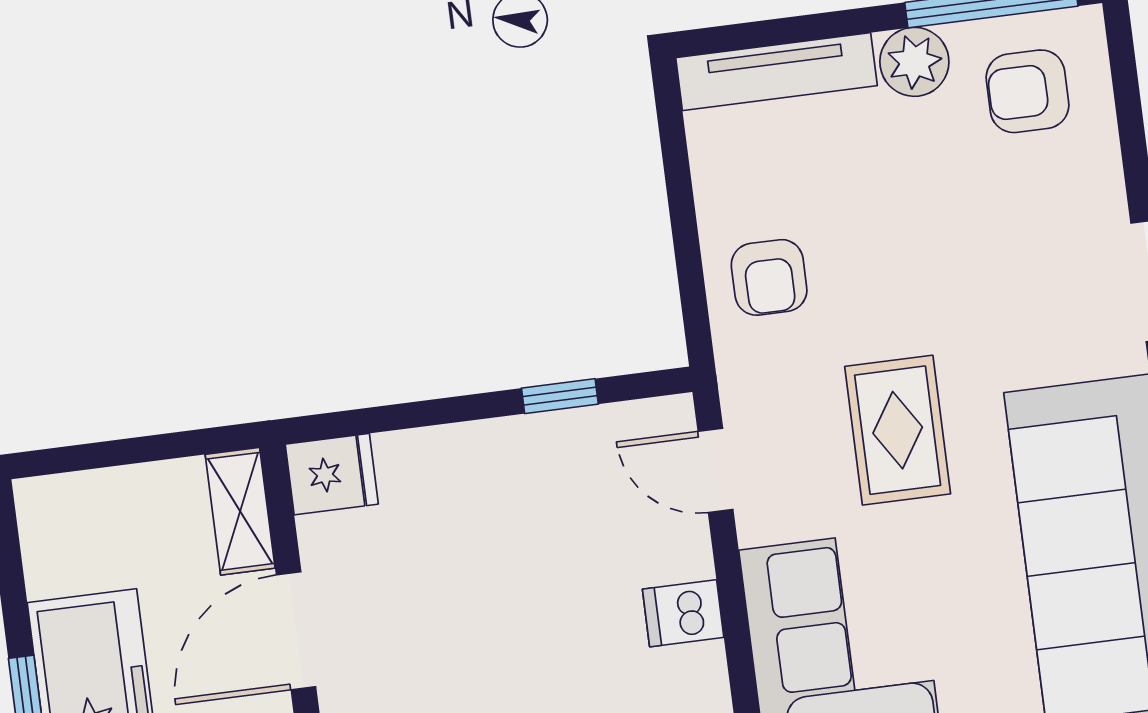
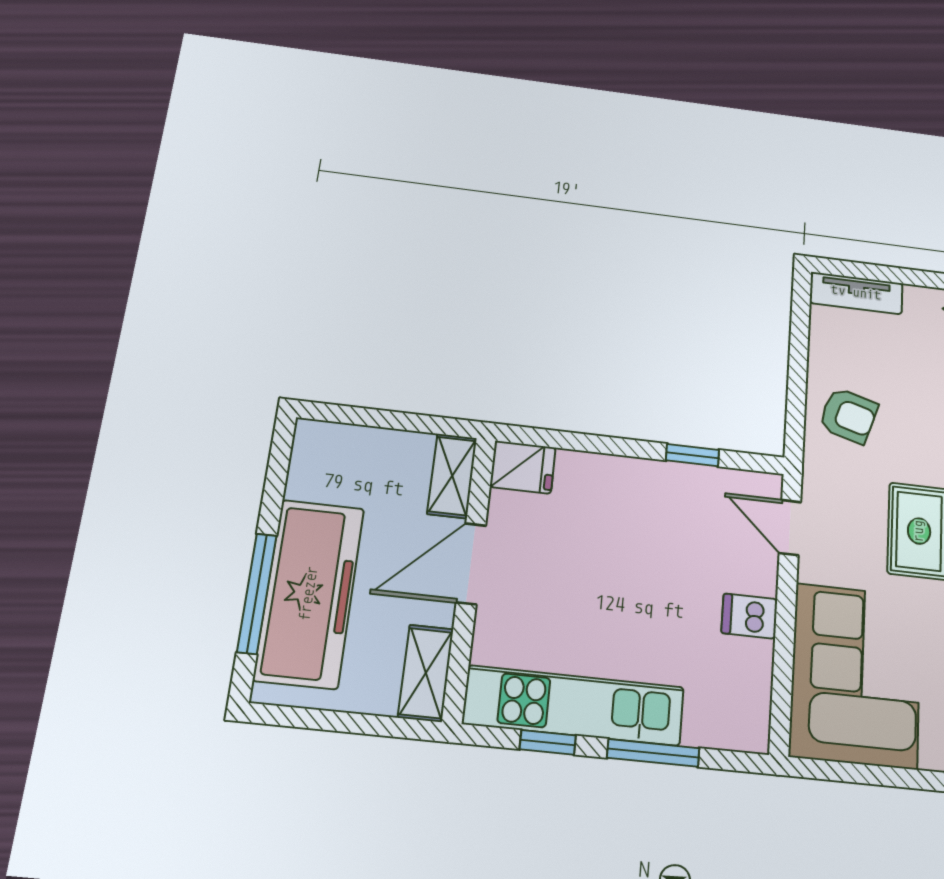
tv unit: (777, 72) -> (856, 293), width x0.71
armchair: (769, 277) -> (848, 416), turned -73

